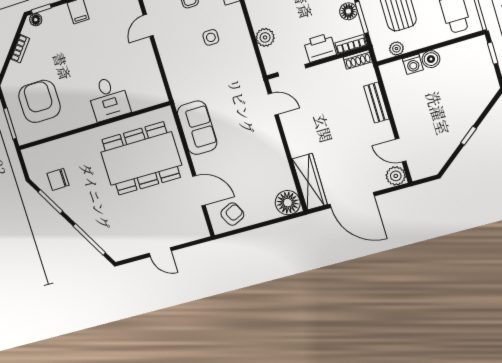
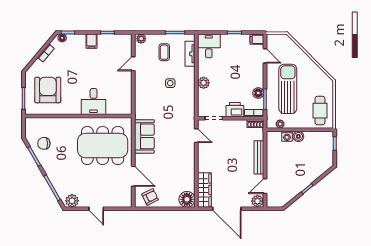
plant: (265, 37) -> (204, 83), moved
bench: (376, 103) -> (259, 157), width x1.36
door: (401, 150) -> (265, 186), hinge flipped
plant: (123, 250) -> (72, 201), added

